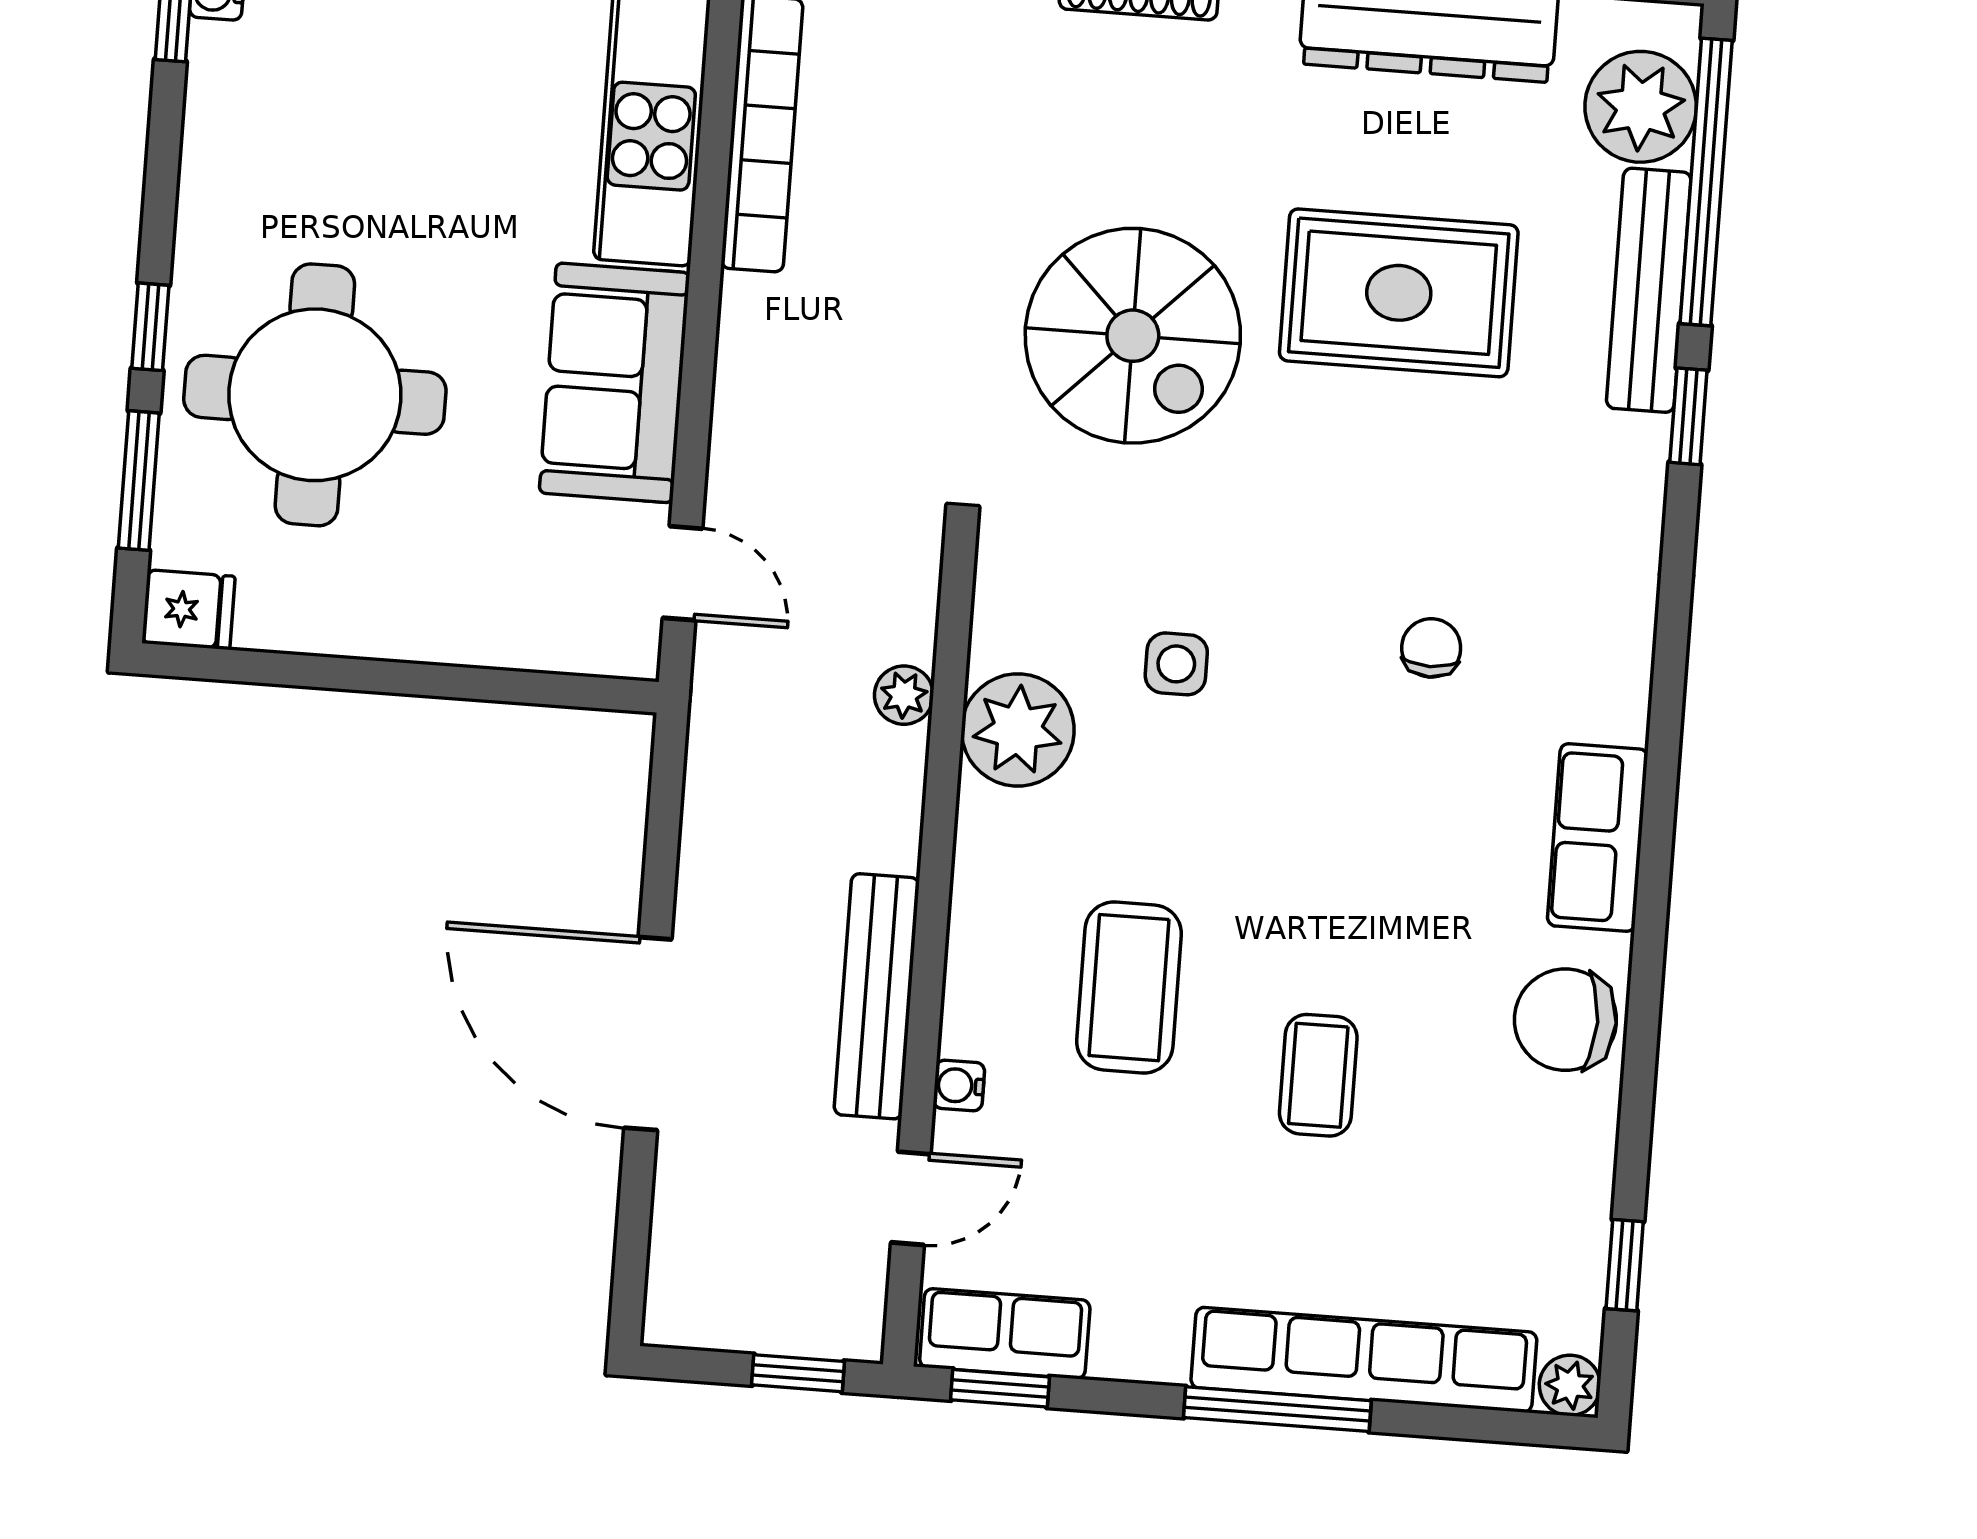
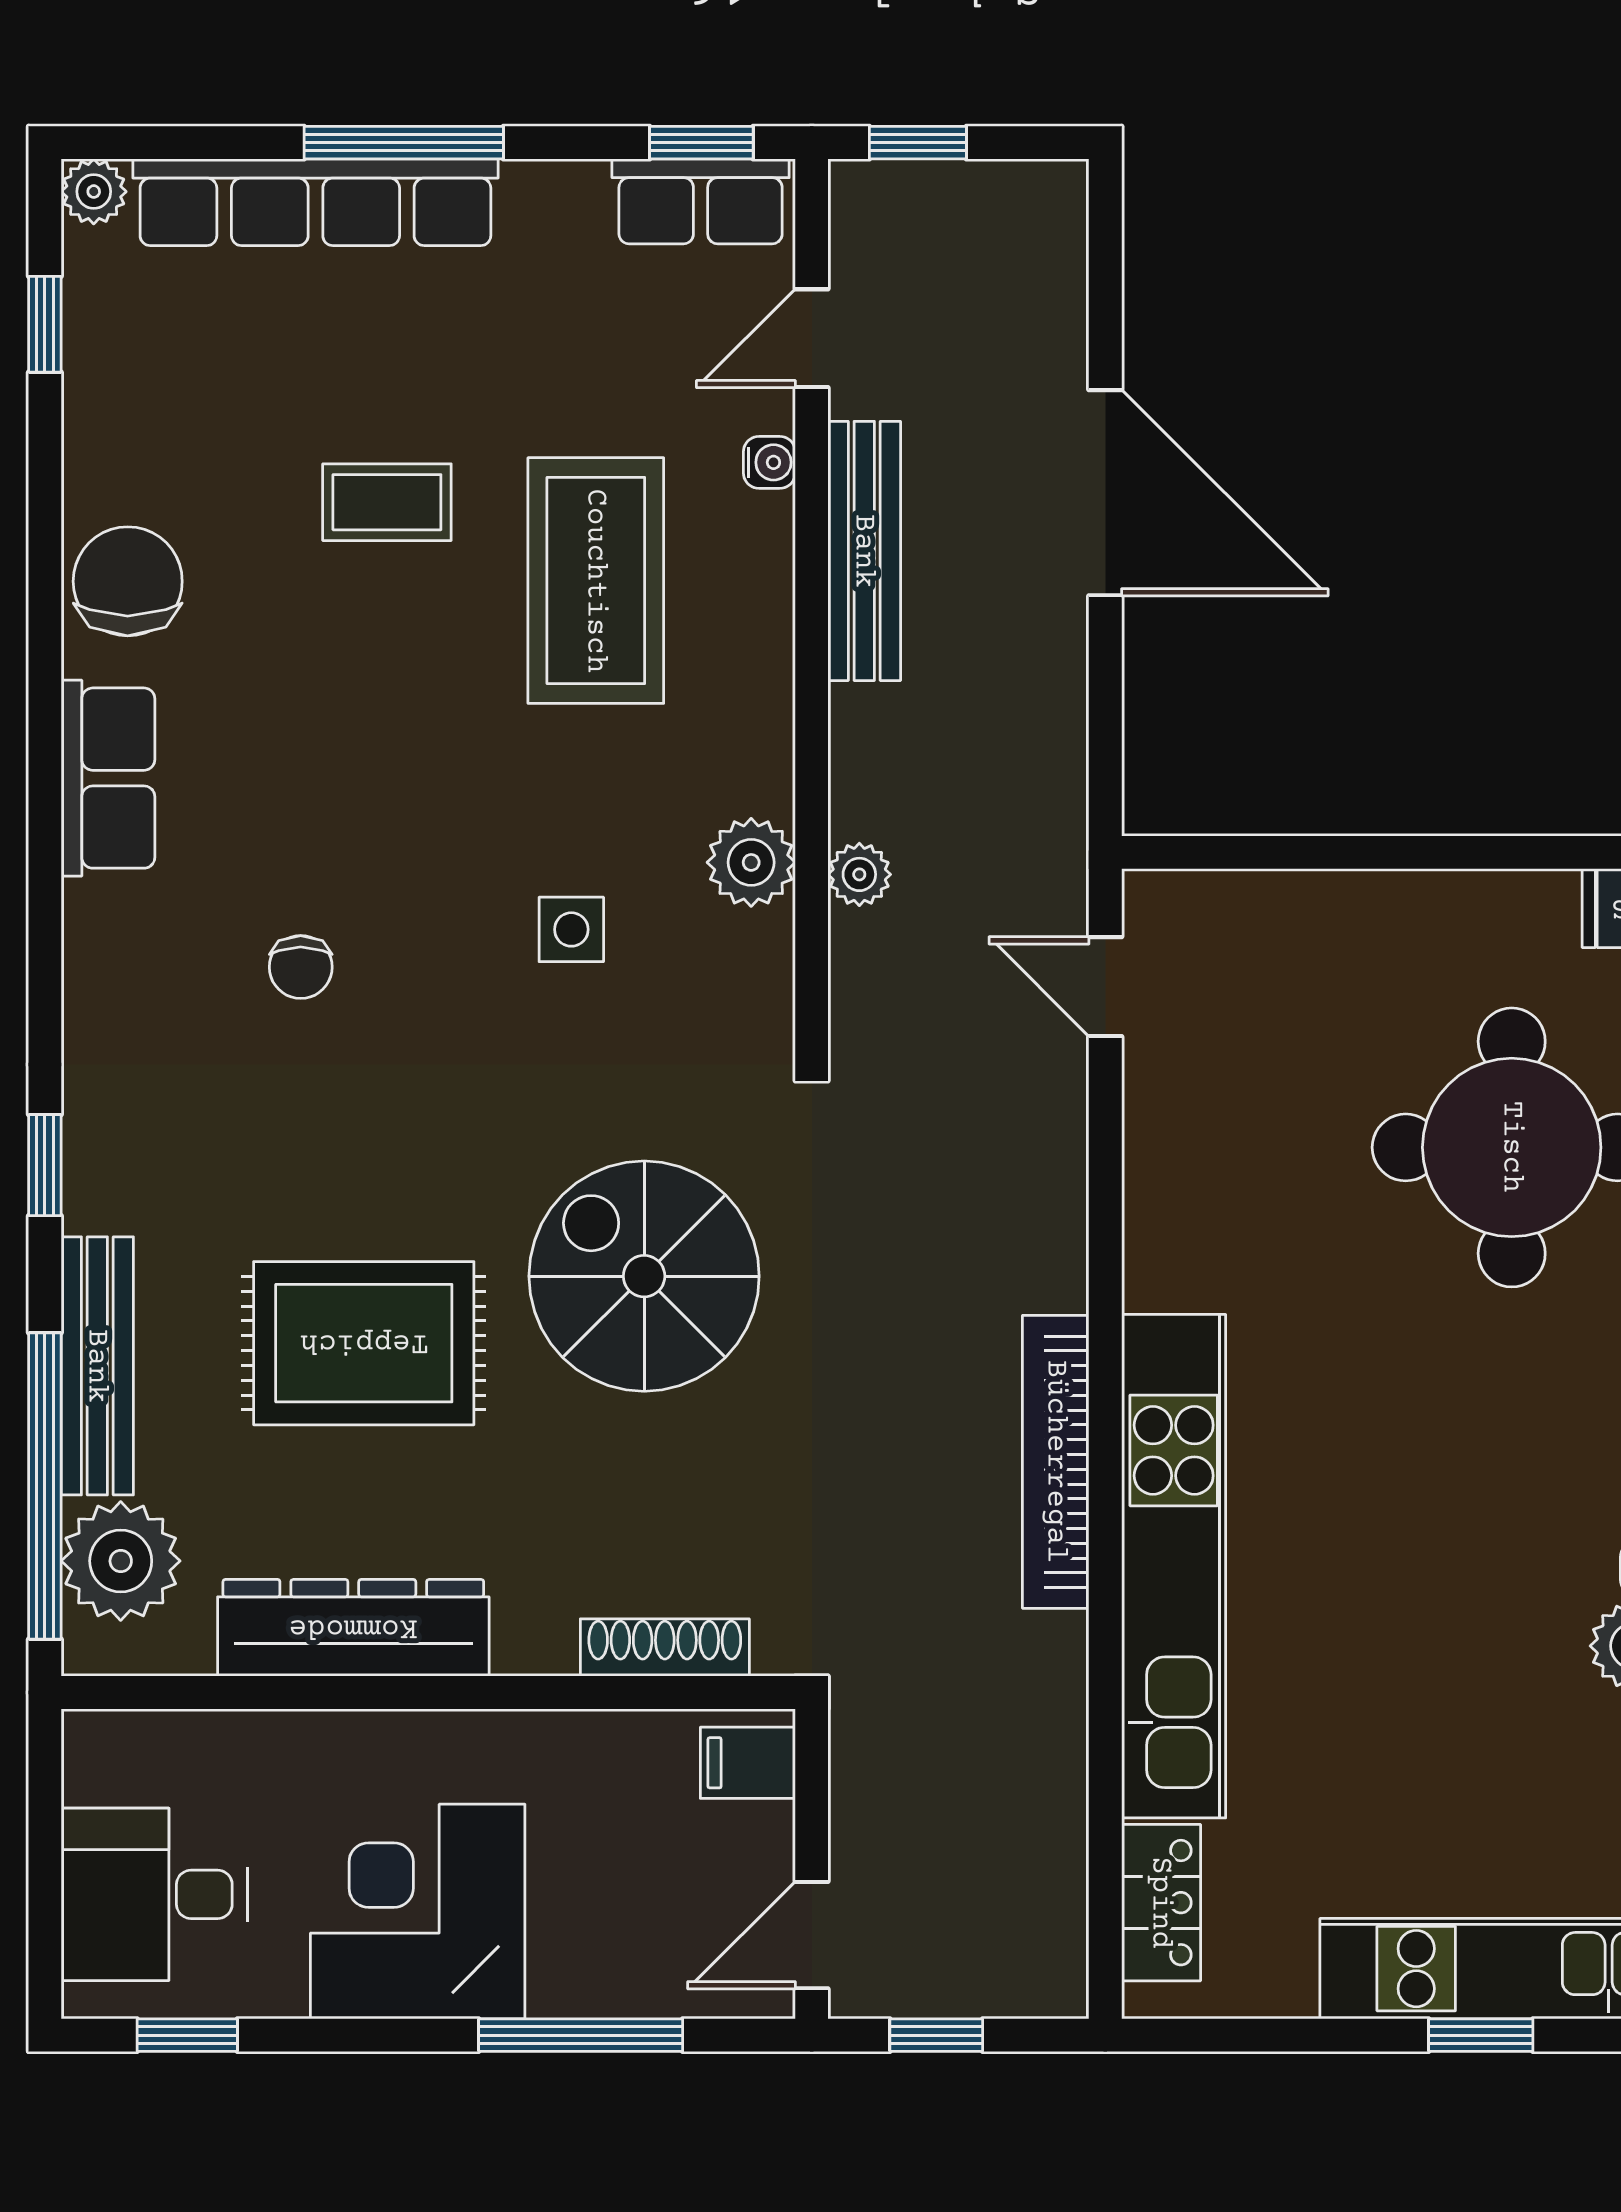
sofa: (614, 383) -> (1193, 1184), removed
window: (1688, 416) -> (45, 1165), moved
plant: (1018, 730) -> (751, 862), width x0.73, depth x0.73
coffee table: (1129, 988) -> (596, 581), width x1.36, depth x1.32
chair: (1565, 1020) -> (128, 581), turned -90
coffee table: (1318, 1075) -> (387, 502), turned 90

